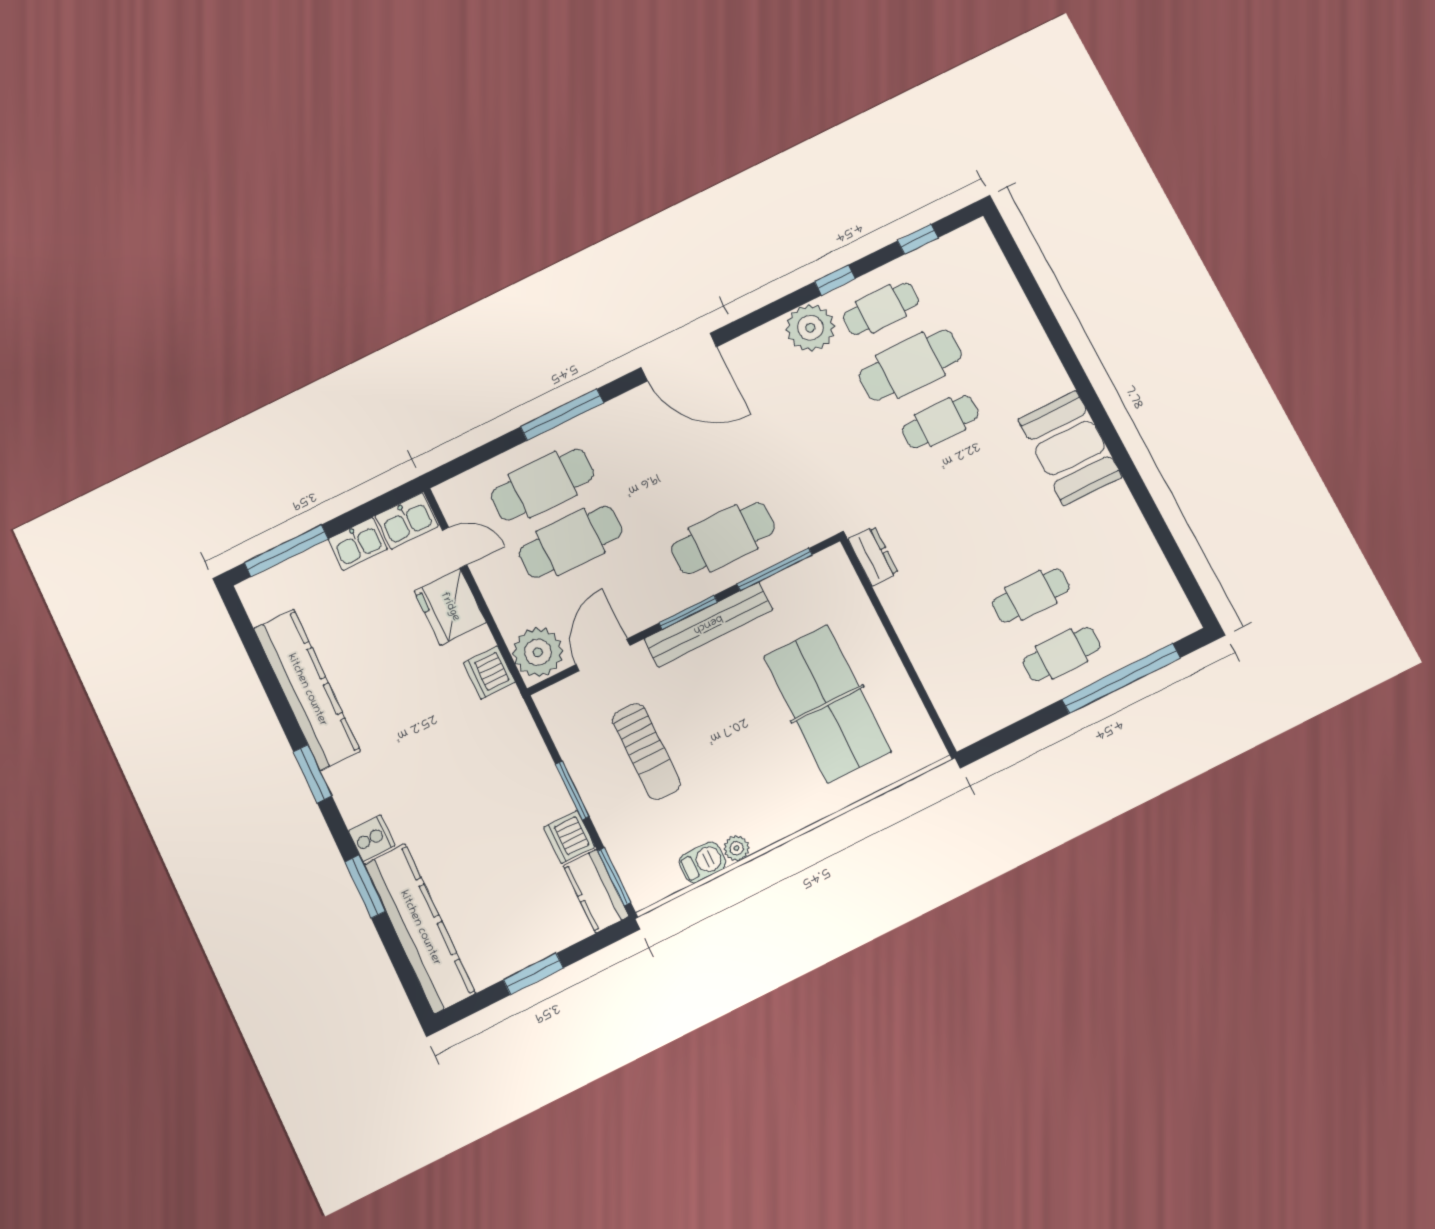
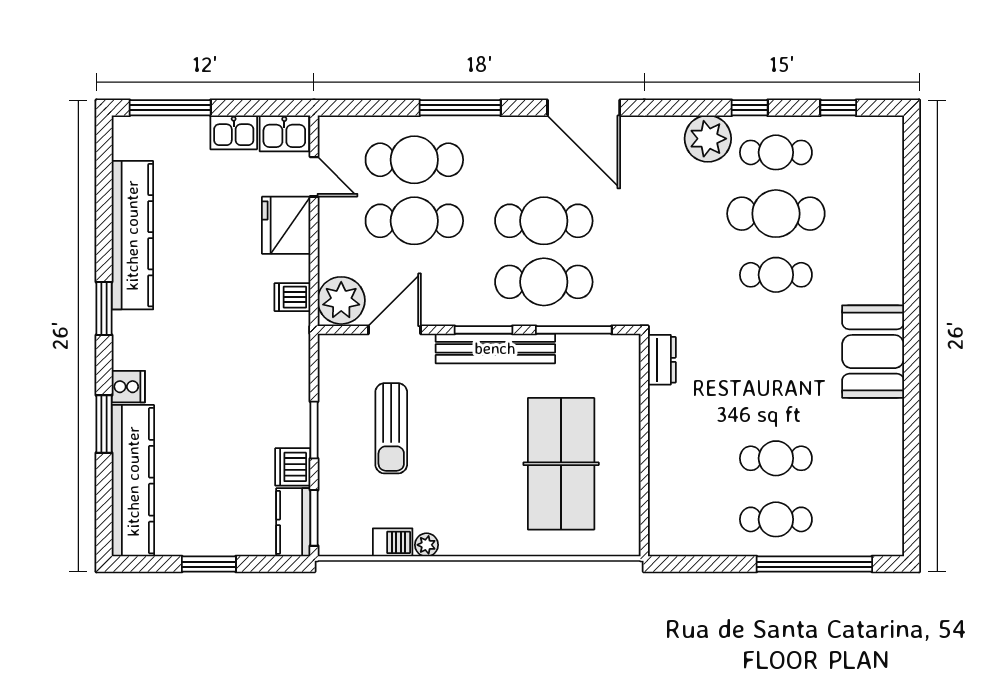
cafe table: (694, 481) -> (544, 221), added
dishwasher: (489, 672) -> (292, 297), width x0.73

